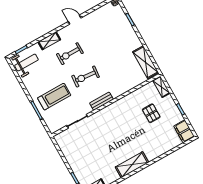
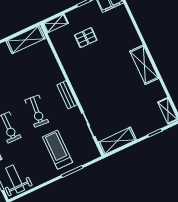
shelving: (65, 147) -> (117, 141), added

